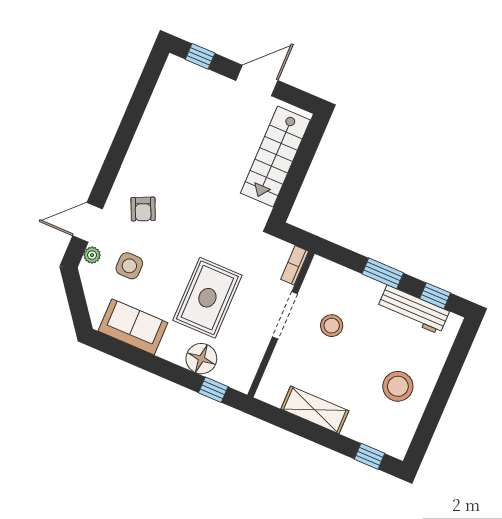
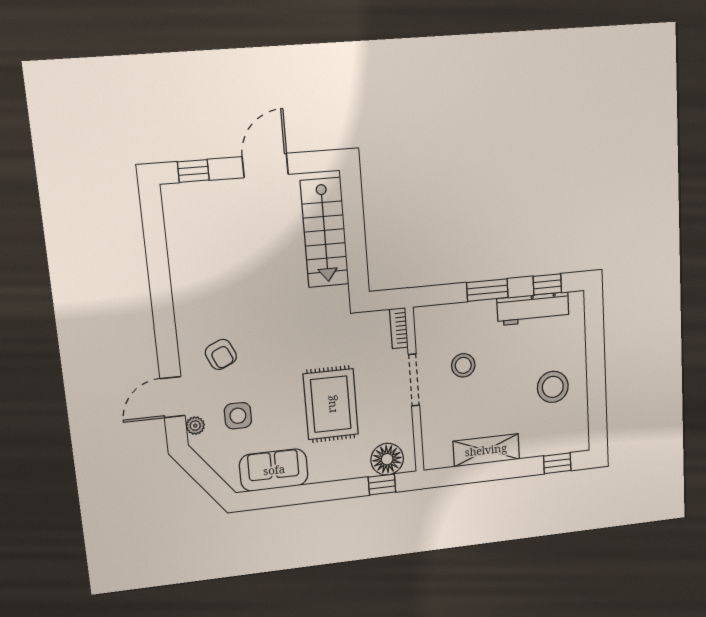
floor lamp: (201, 359) -> (387, 459), moved

